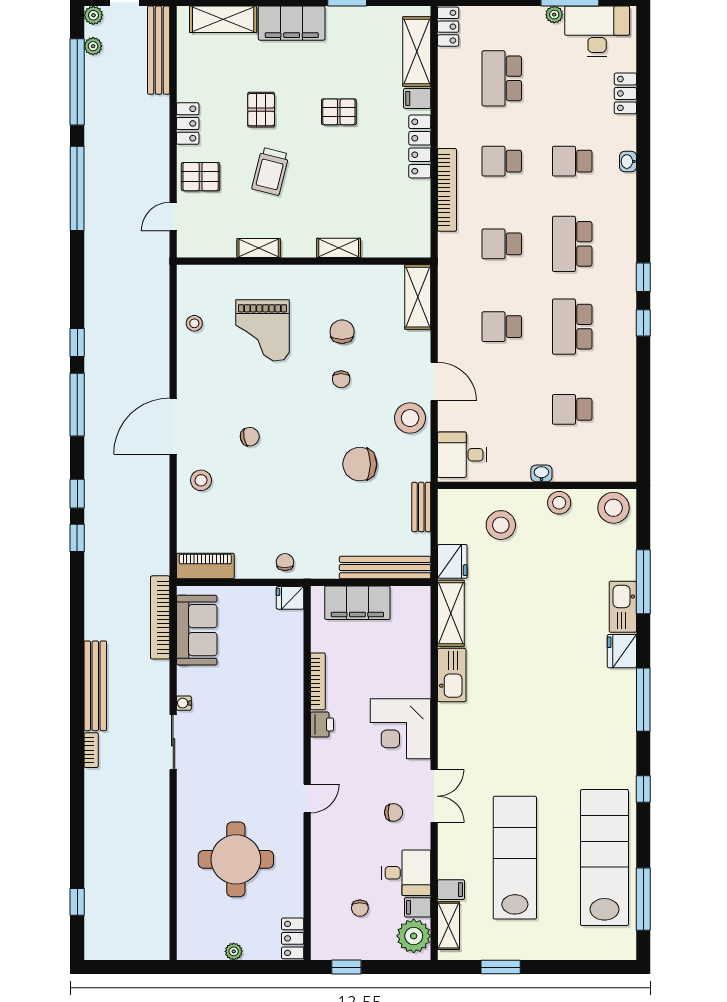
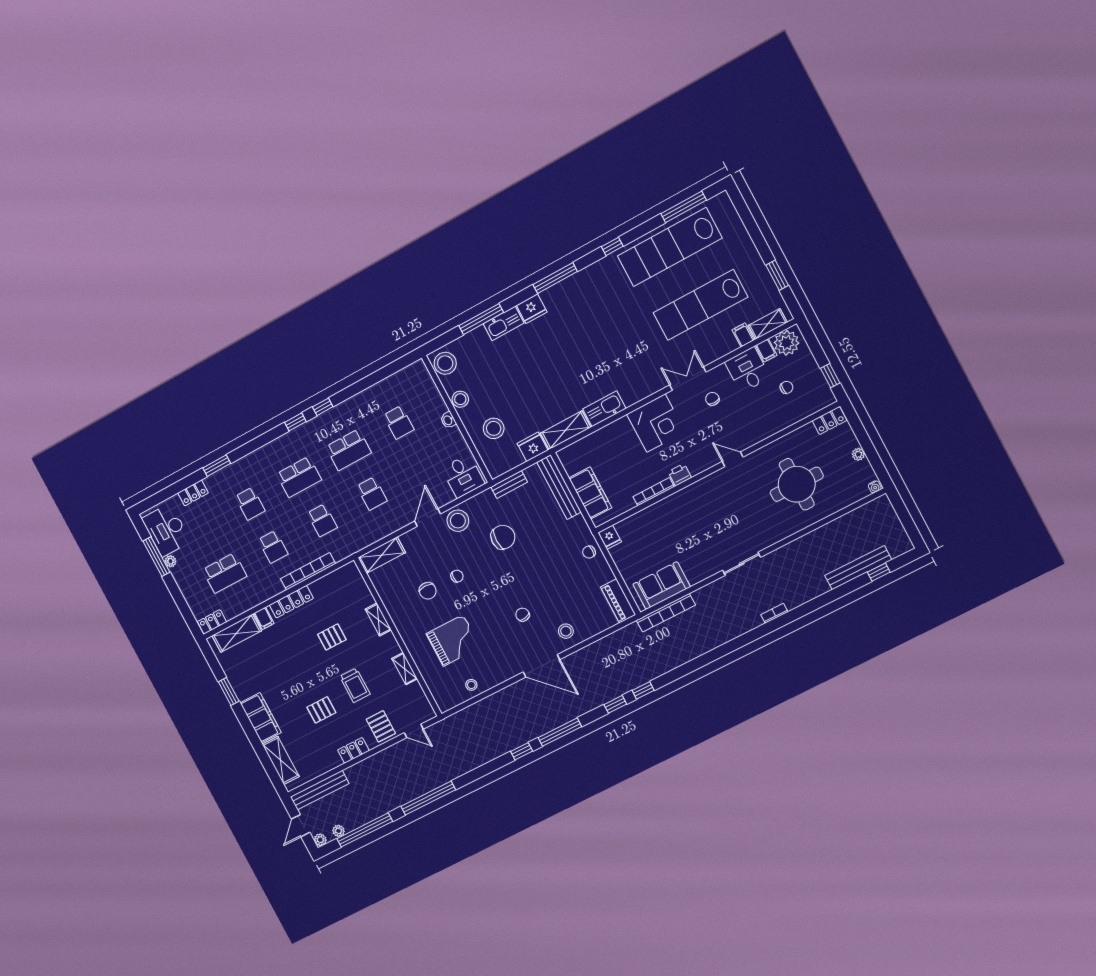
pallet: (339, 112) -> (332, 637), moved, turned 90
window: (643, 144) -> (217, 466), added
washbasin: (628, 162) -> (232, 469), removed
trolley: (270, 171) -> (355, 685), turned 76
chair: (342, 332) -> (428, 591), turned -90
chair: (360, 464) -> (503, 537), turned -90
bench: (95, 686) -> (858, 568), moved
water cooler: (184, 703) -> (875, 487), moved

